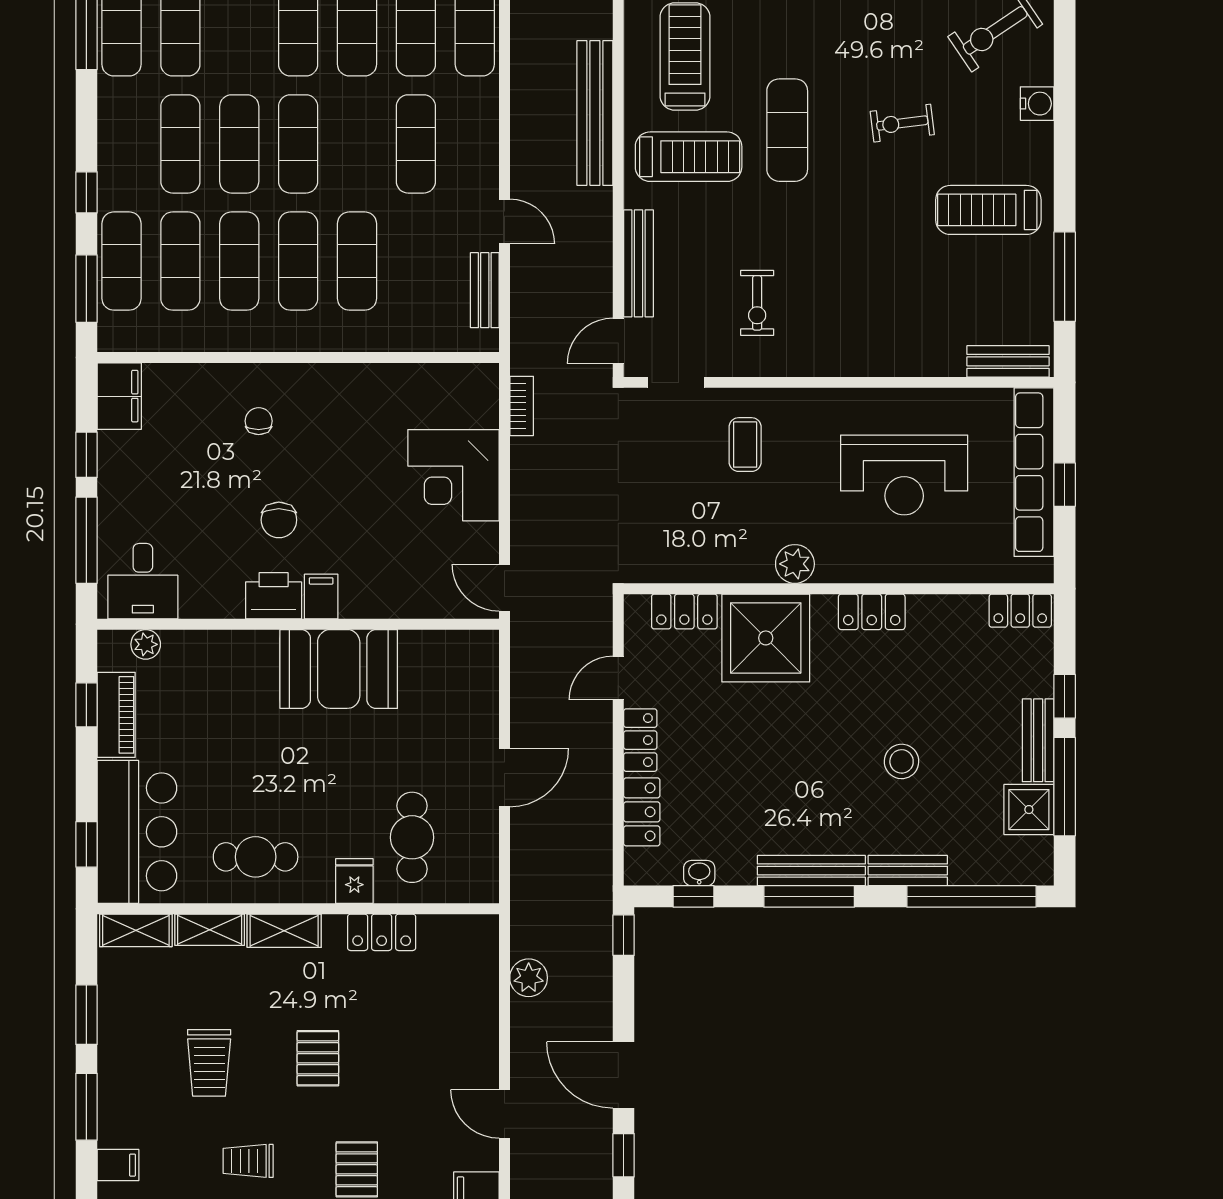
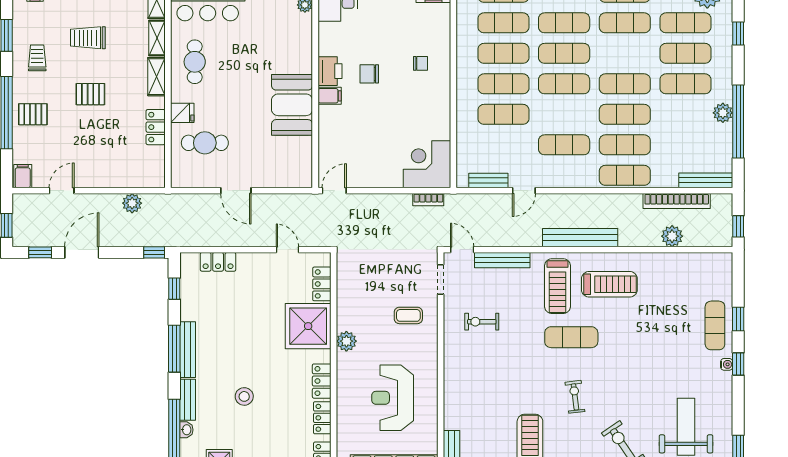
corner desk: (453, 475) -> (427, 164), moved
locker: (640, 740) -> (322, 418), moved, turned 90
washbasin: (699, 873) -> (186, 430), moved

